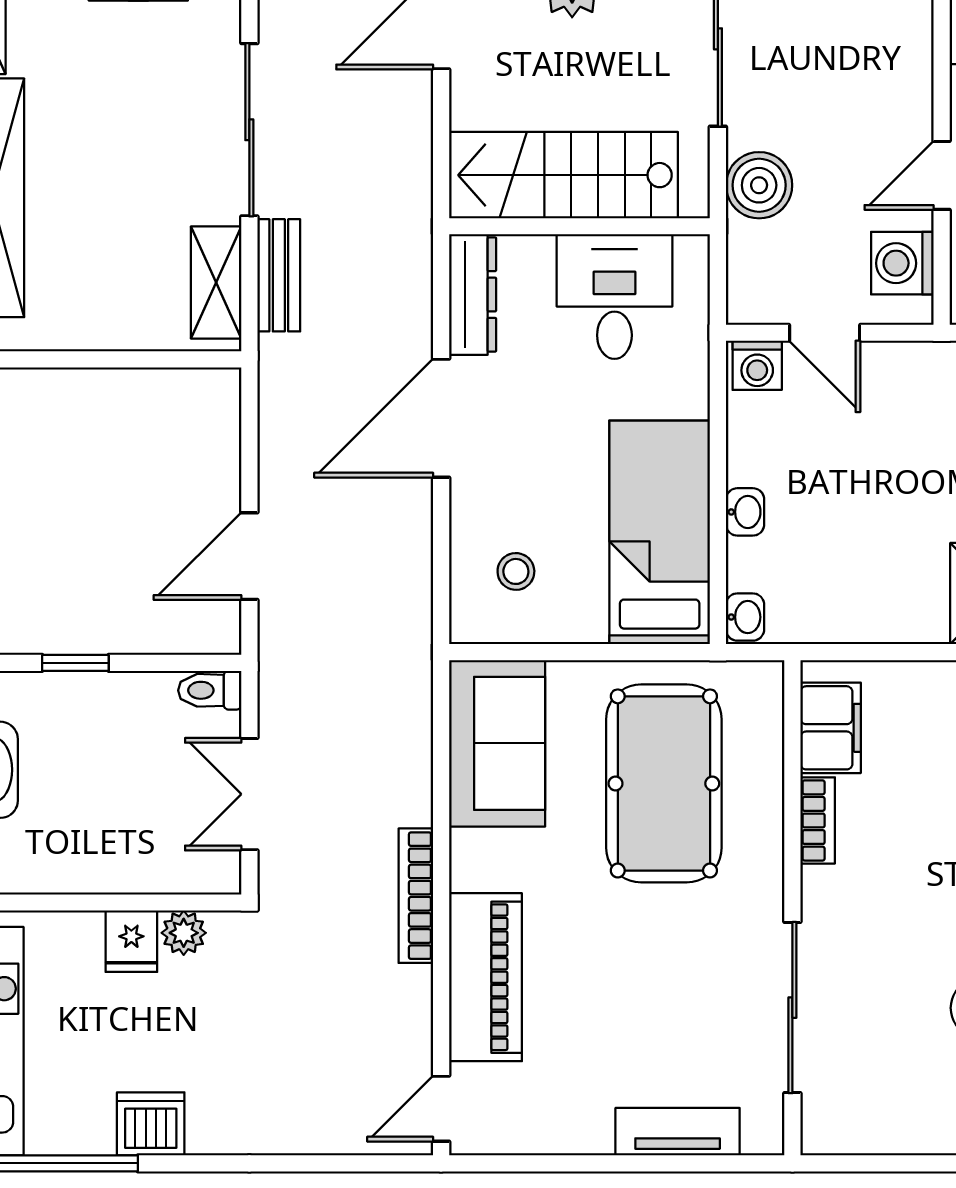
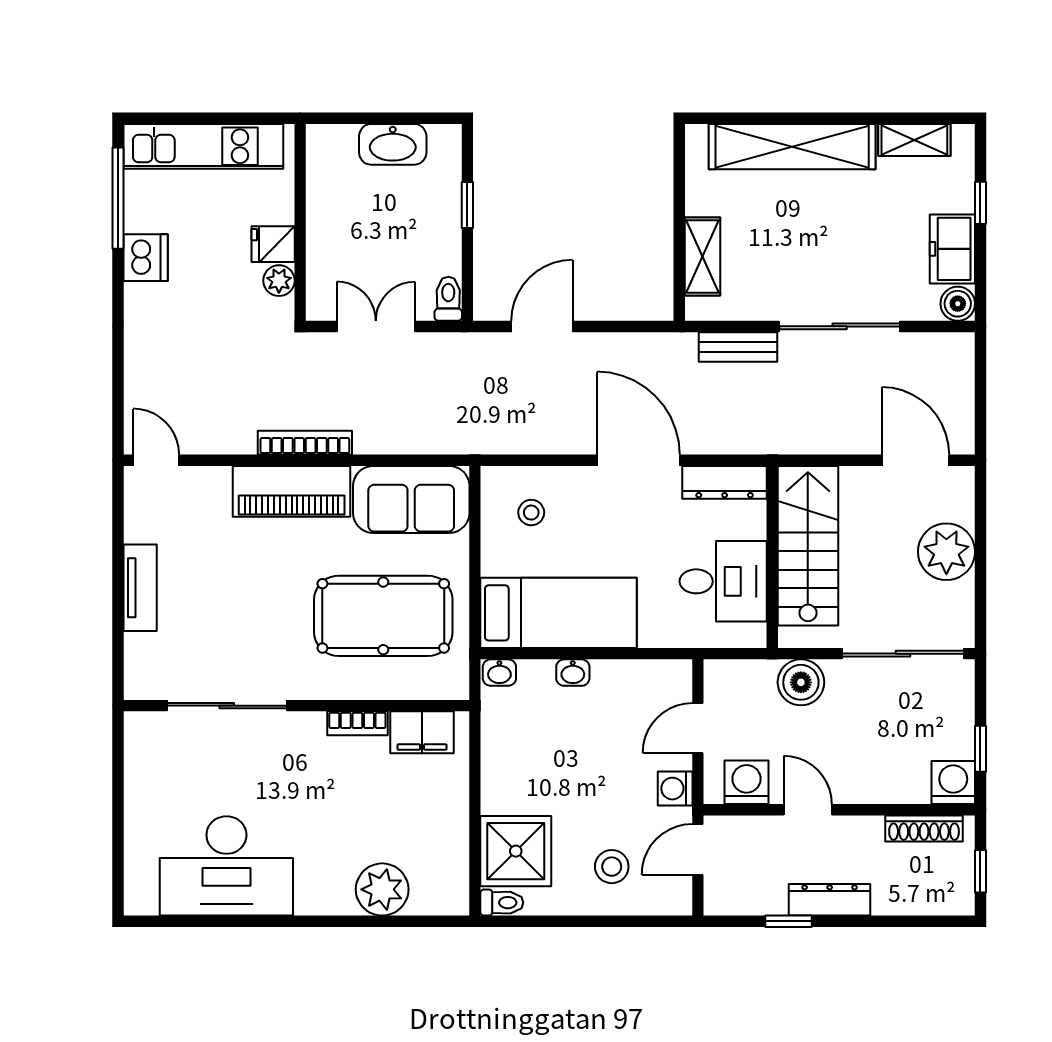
shelving: (216, 282) -> (703, 257), moved, turned 90
washing machine: (757, 365) -> (675, 789), moved
door: (249, 556) -> (542, 326), hinge flipped
piano: (486, 977) -> (292, 491), moved
tv unit: (678, 1132) -> (140, 588), moved

